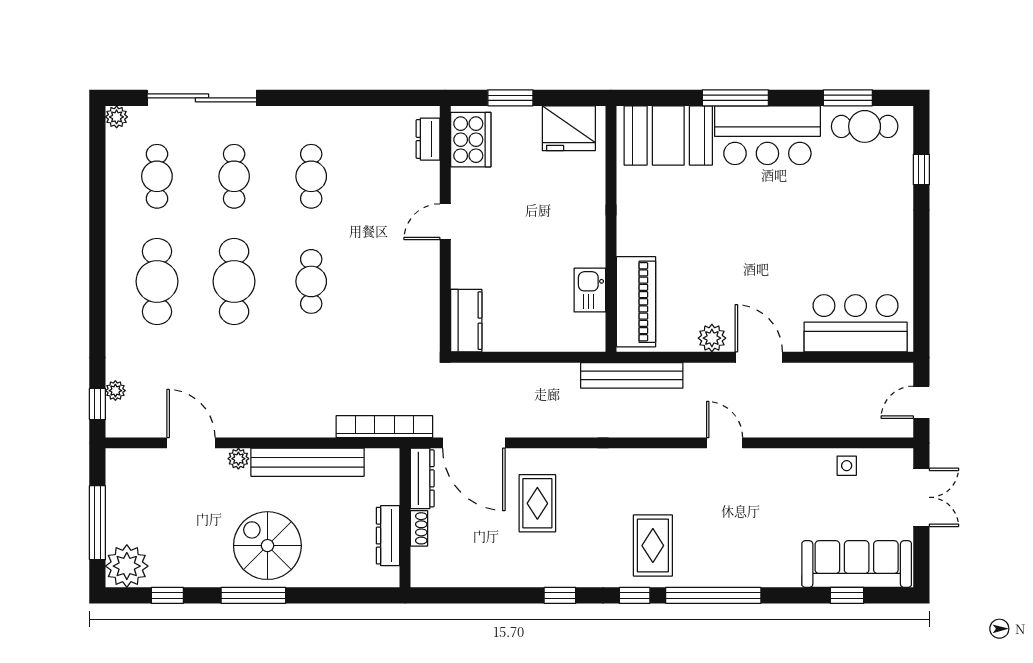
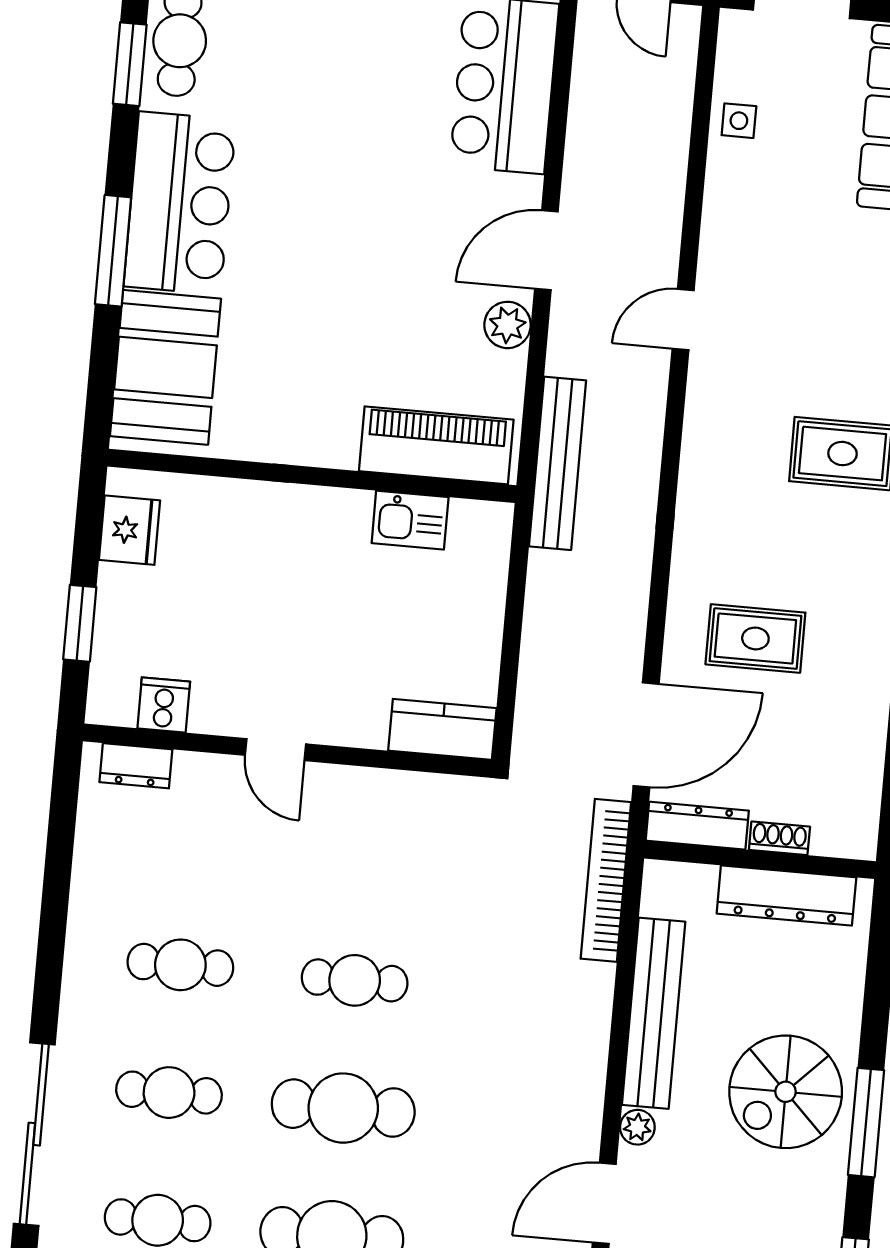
fridge: (569, 128) -> (130, 530), width x0.73, depth x0.75
cooker: (471, 140) -> (164, 705), width x0.53, depth x0.76
dresser: (388, 536) -> (786, 895), width x1.37, depth x1.24

